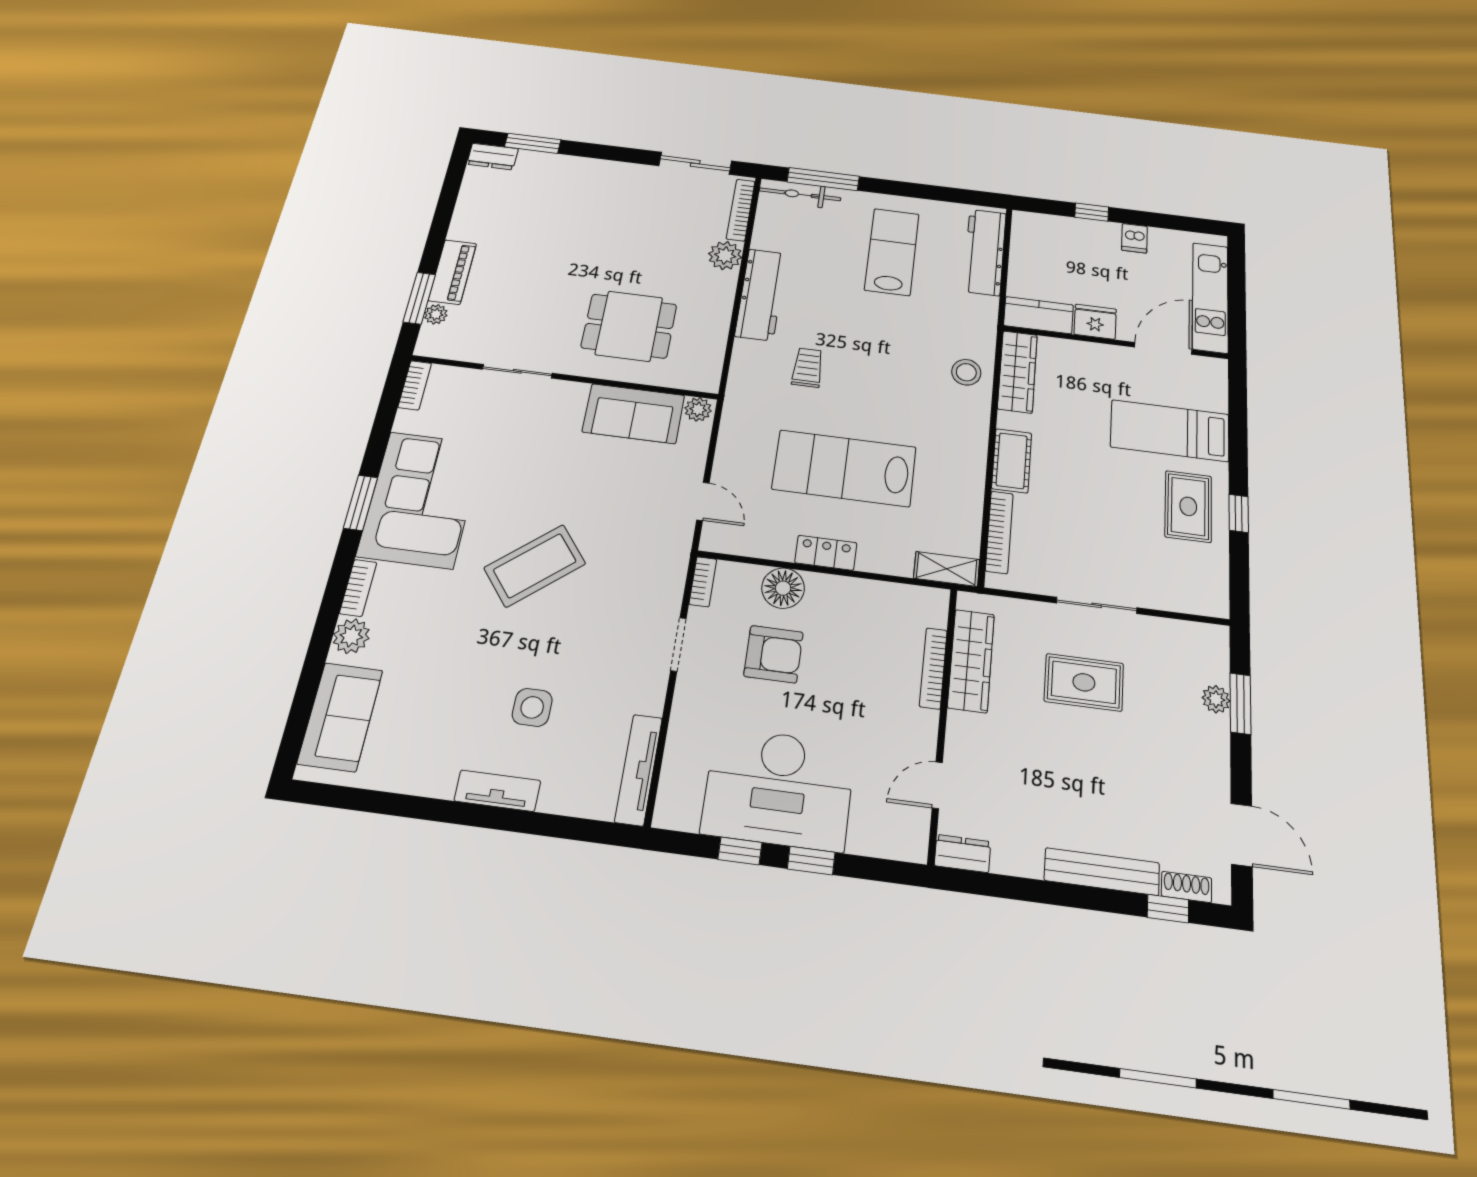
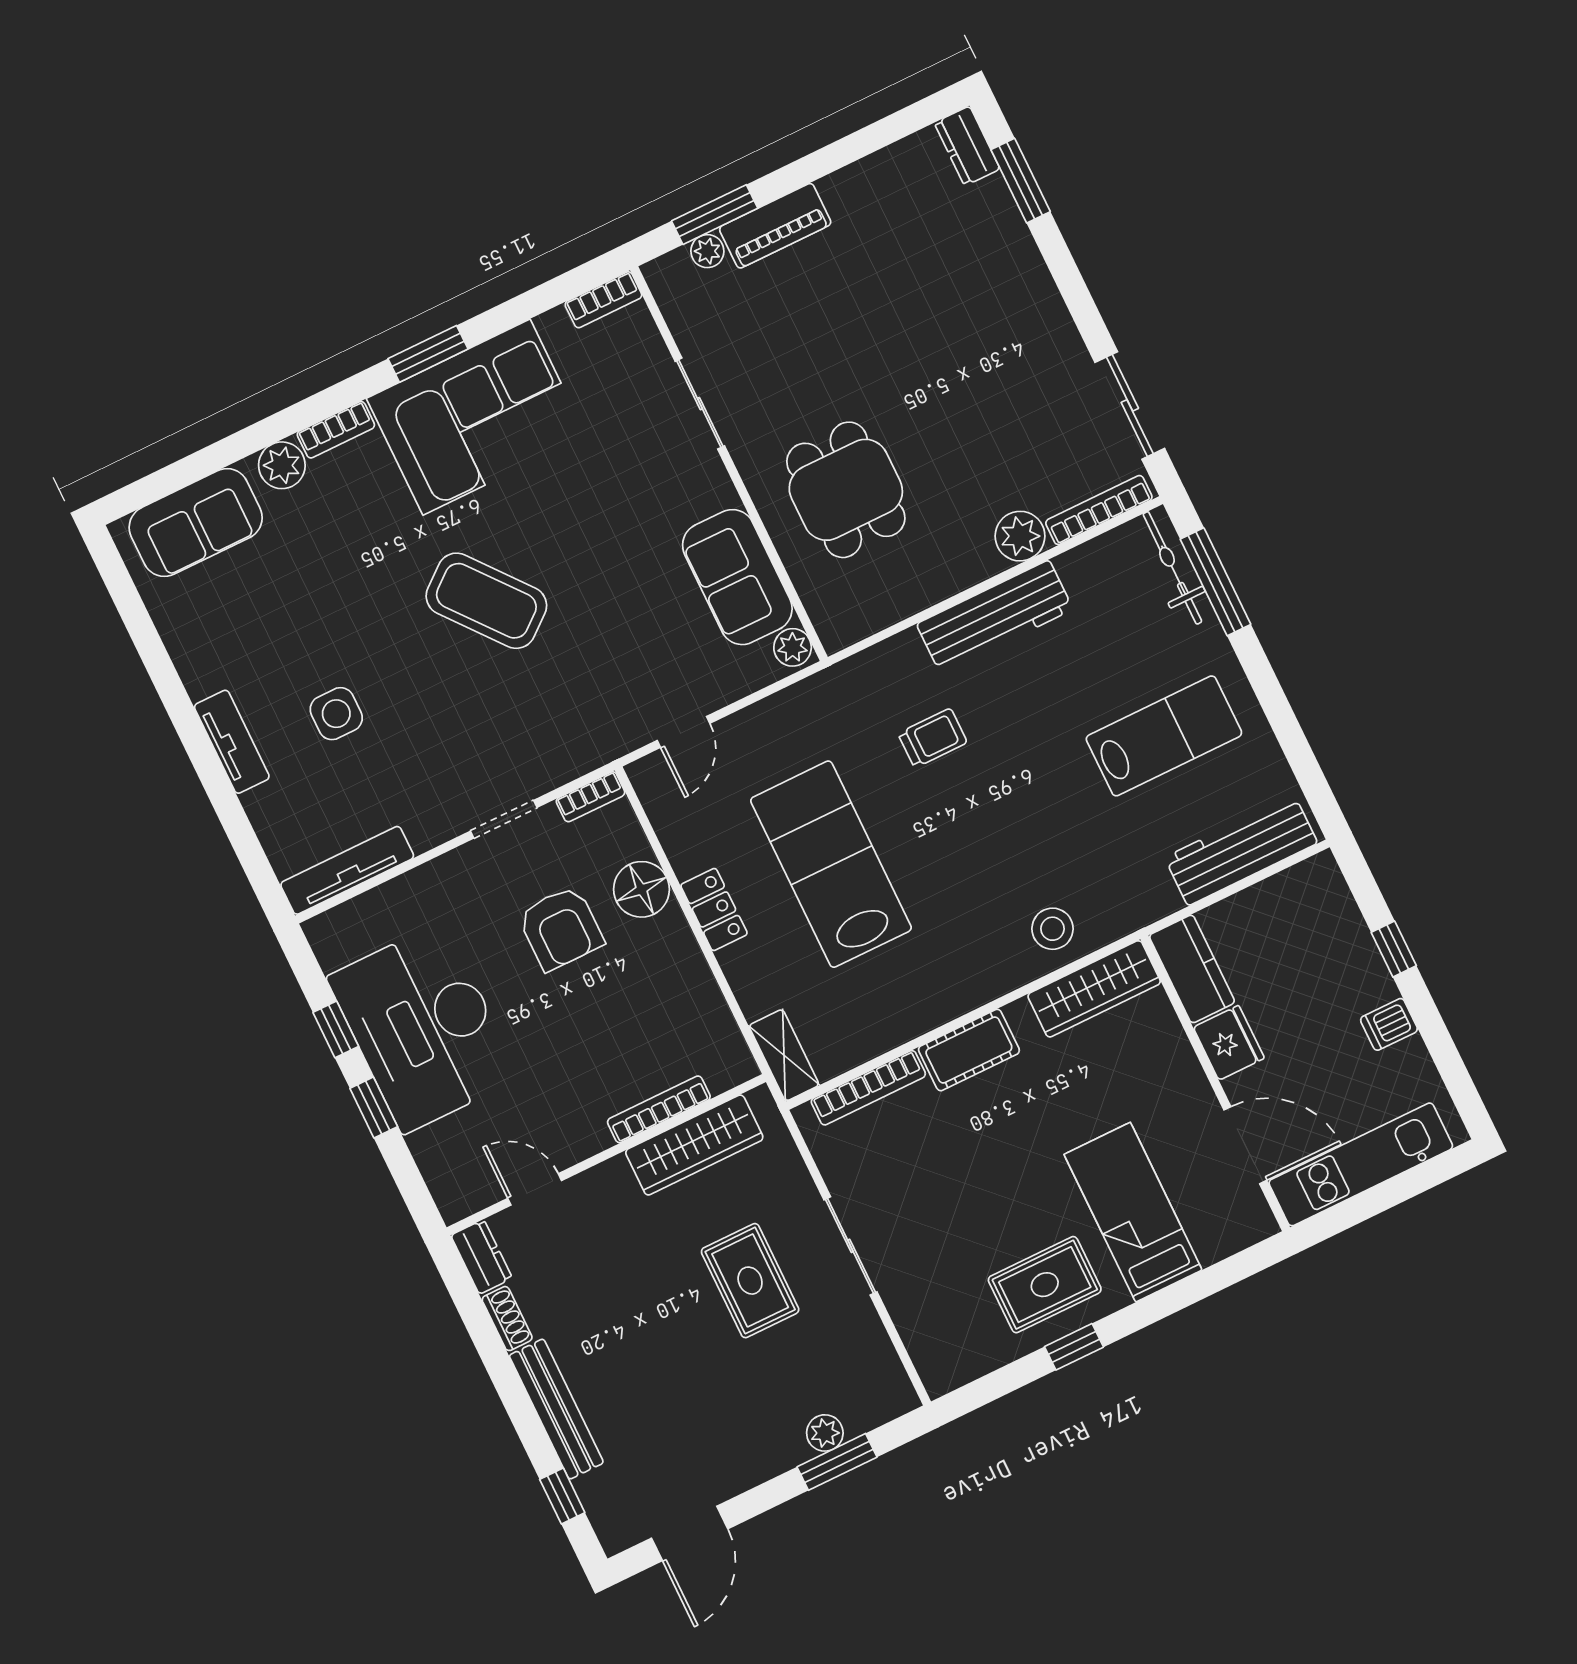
shoe rack: (1187, 887) -> (507, 1319), moved

